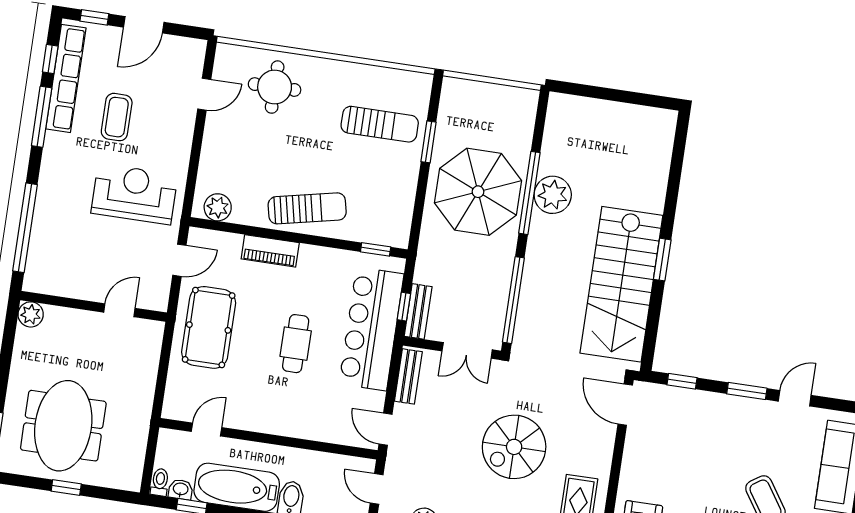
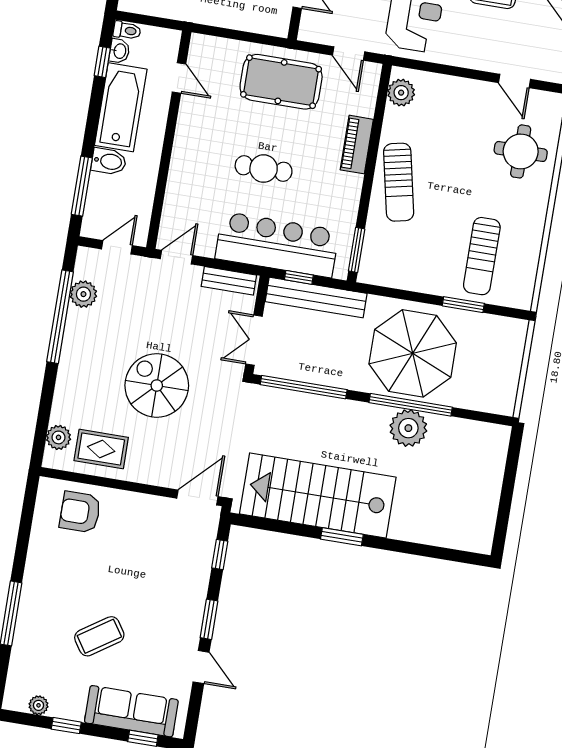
window: (376, 249) -> (357, 250), width x1.50
bench: (418, 311) -> (316, 298), width x1.86, depth x1.21

